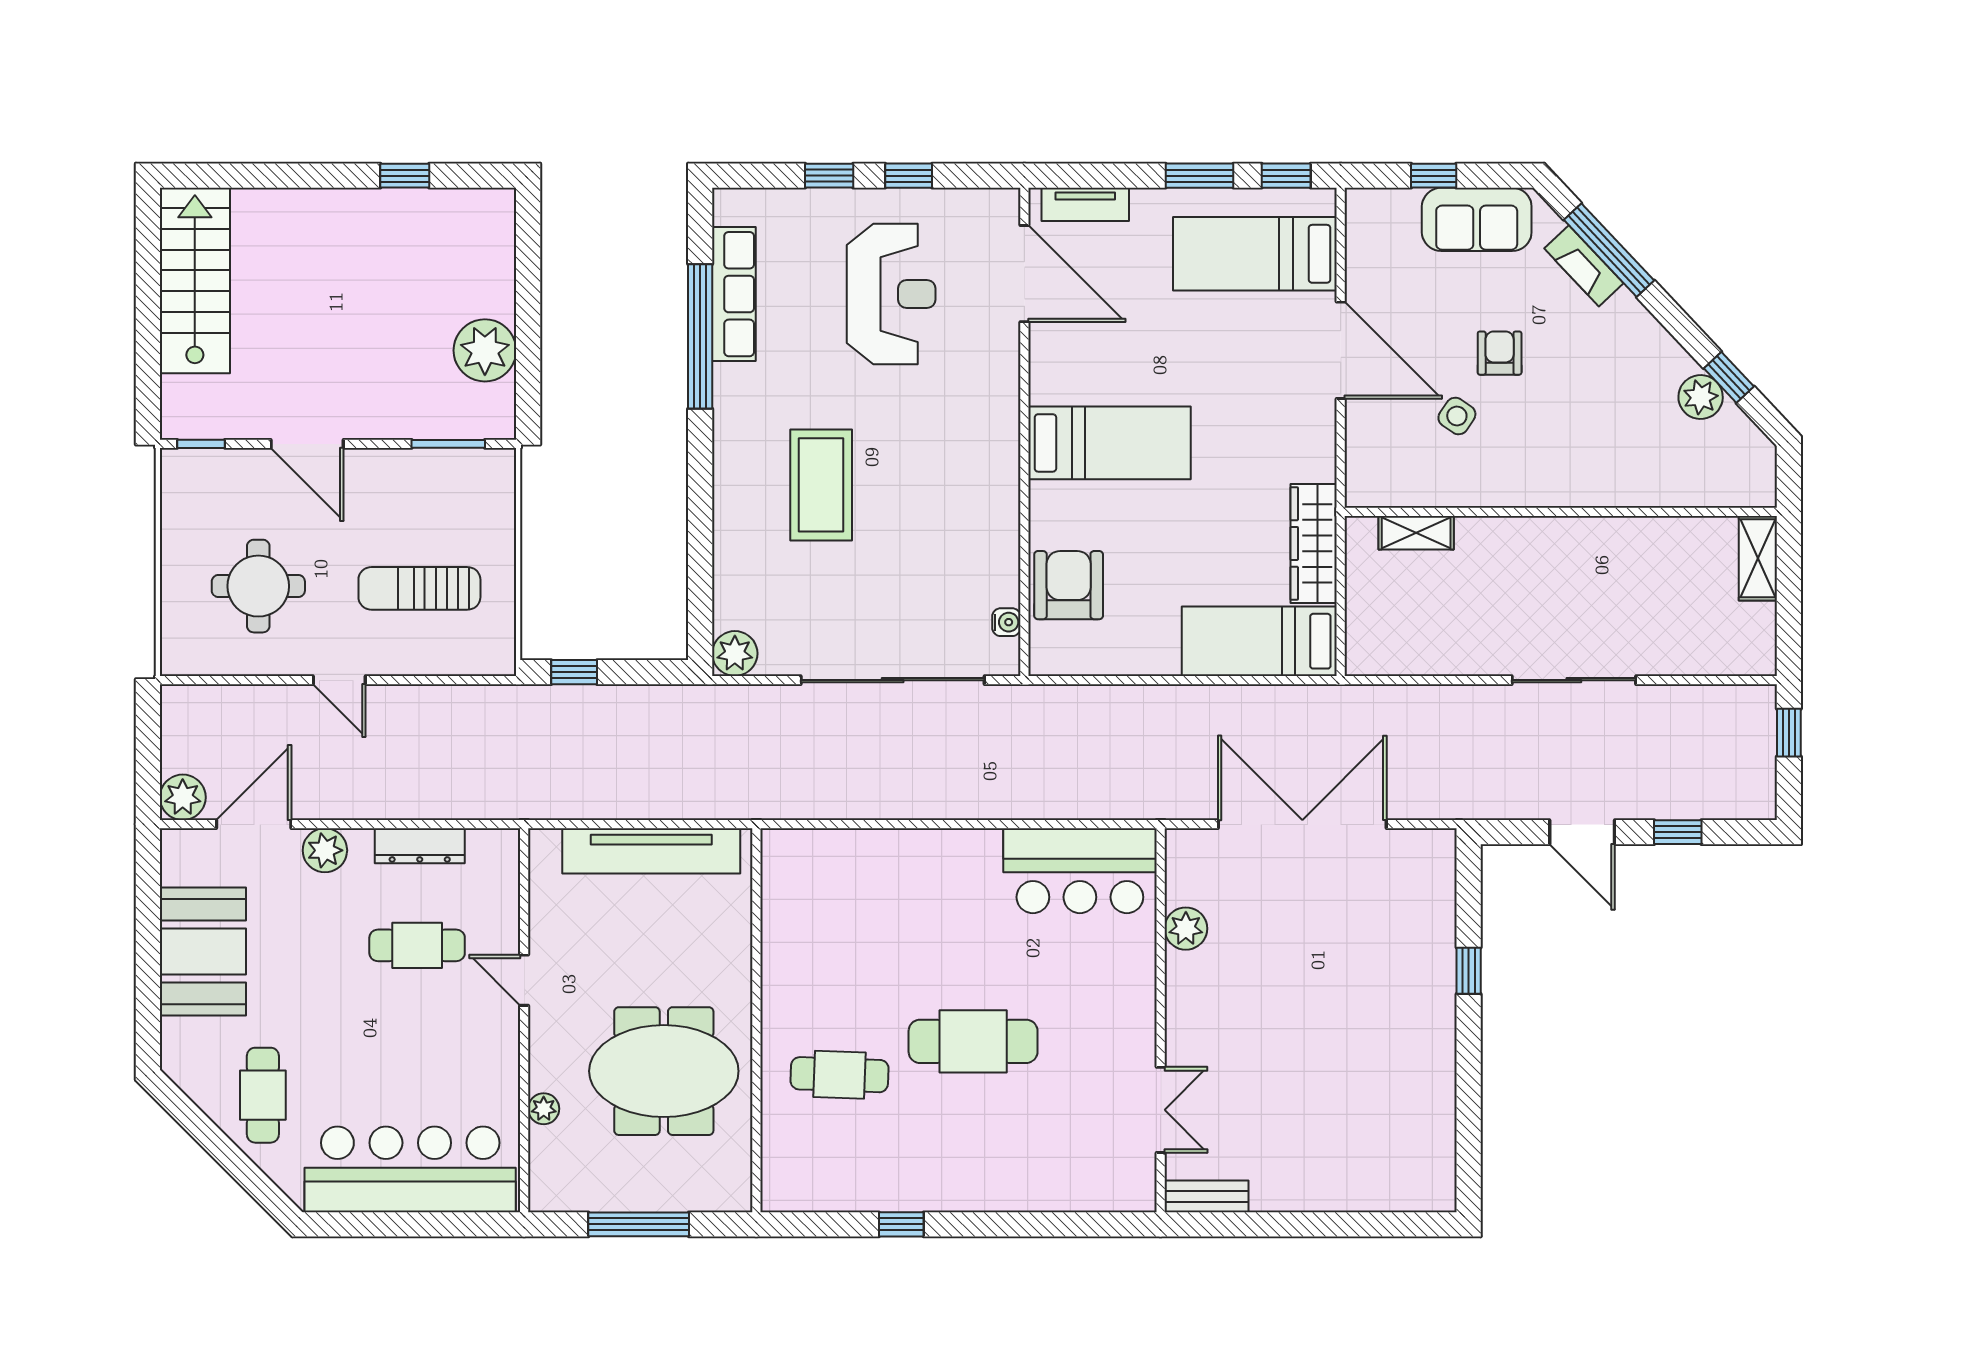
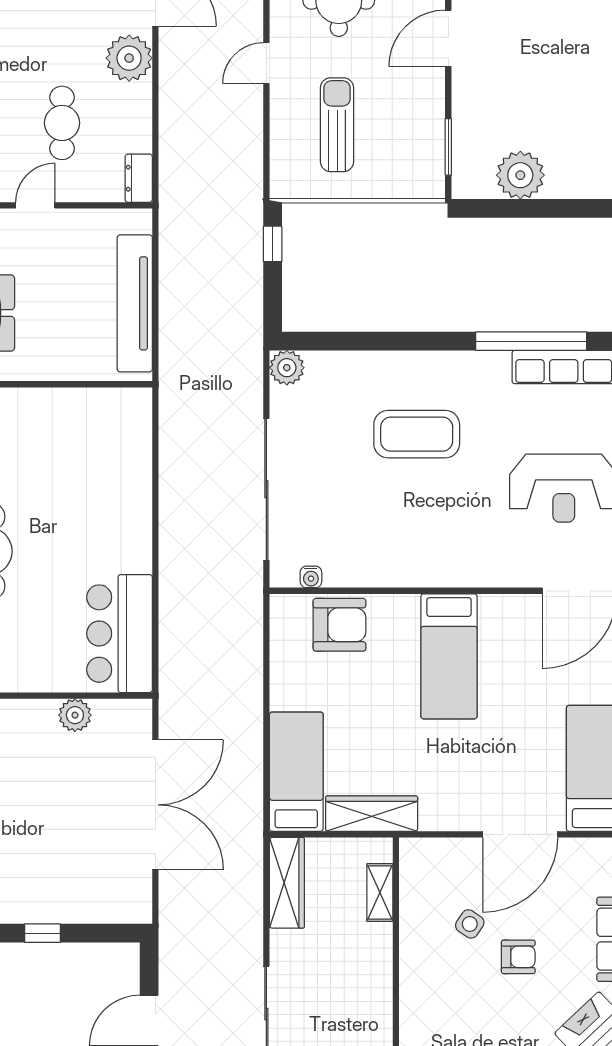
wardrobe: (1403, 653) -> (287, 883), added
dresser: (420, 846) -> (139, 178), moved, width x0.70
plant: (325, 850) -> (129, 58), width x1.36, depth x1.36

